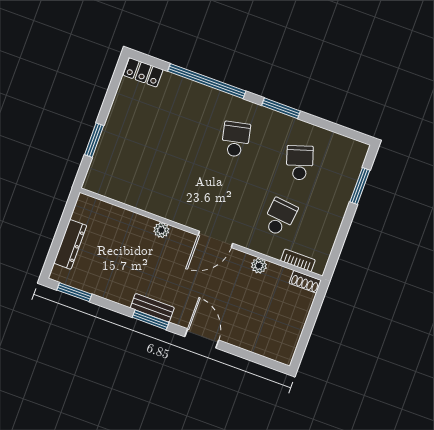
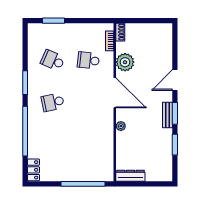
window: (94, 140) -> (83, 184), width x2.11
school desk: (300, 163) -> (53, 60), turned 42
door: (215, 239) -> (115, 93), width x1.36
dresser: (70, 244) -> (130, 176), moved
plant: (259, 266) -> (125, 62), width x1.88, depth x1.88
window: (74, 292) -> (175, 145), moved

